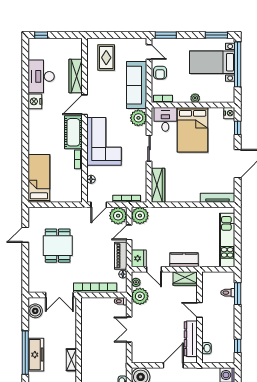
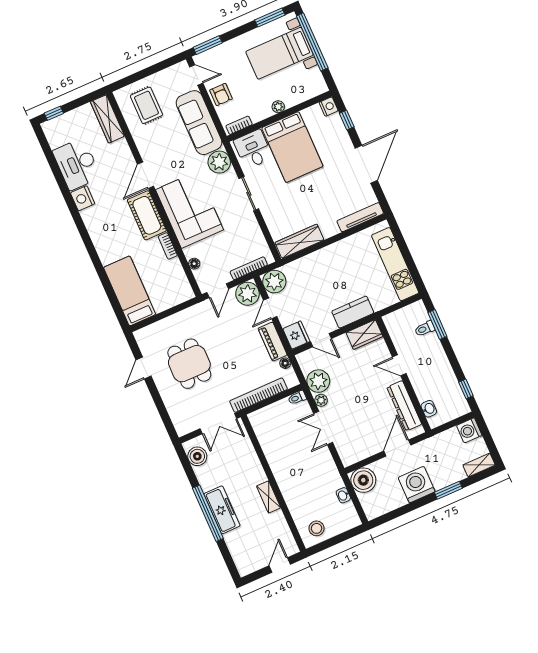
wardrobe: (76, 76) -> (107, 119), moved
wardrobe: (158, 185) -> (299, 241), moved, turned -90
plant: (136, 282) -> (321, 400), moved

